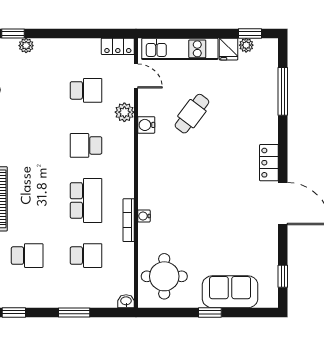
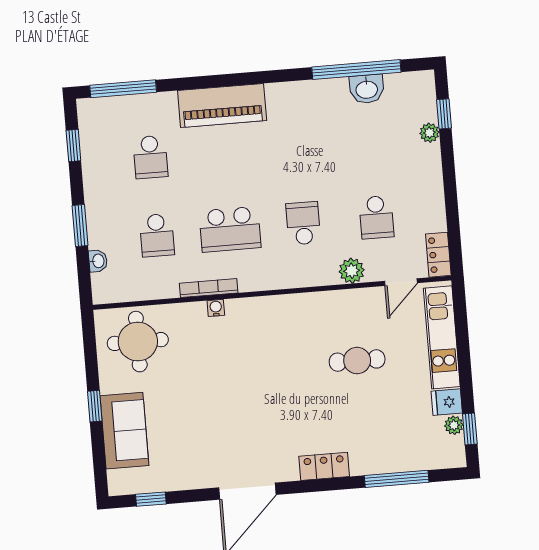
cafe table: (192, 114) -> (357, 361), turned -37
water cooler: (146, 125) -> (337, 301), removed
locker: (269, 163) -> (324, 466), moved
washbasin: (126, 301) -> (98, 261), moved

